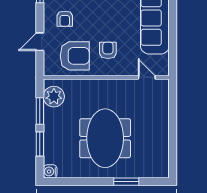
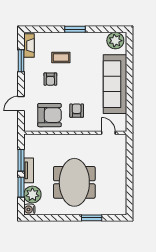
armchair: (65, 19) -> (50, 79), moved
plant: (54, 97) -> (32, 195), moved
tv unit: (49, 124) -> (29, 170), added

